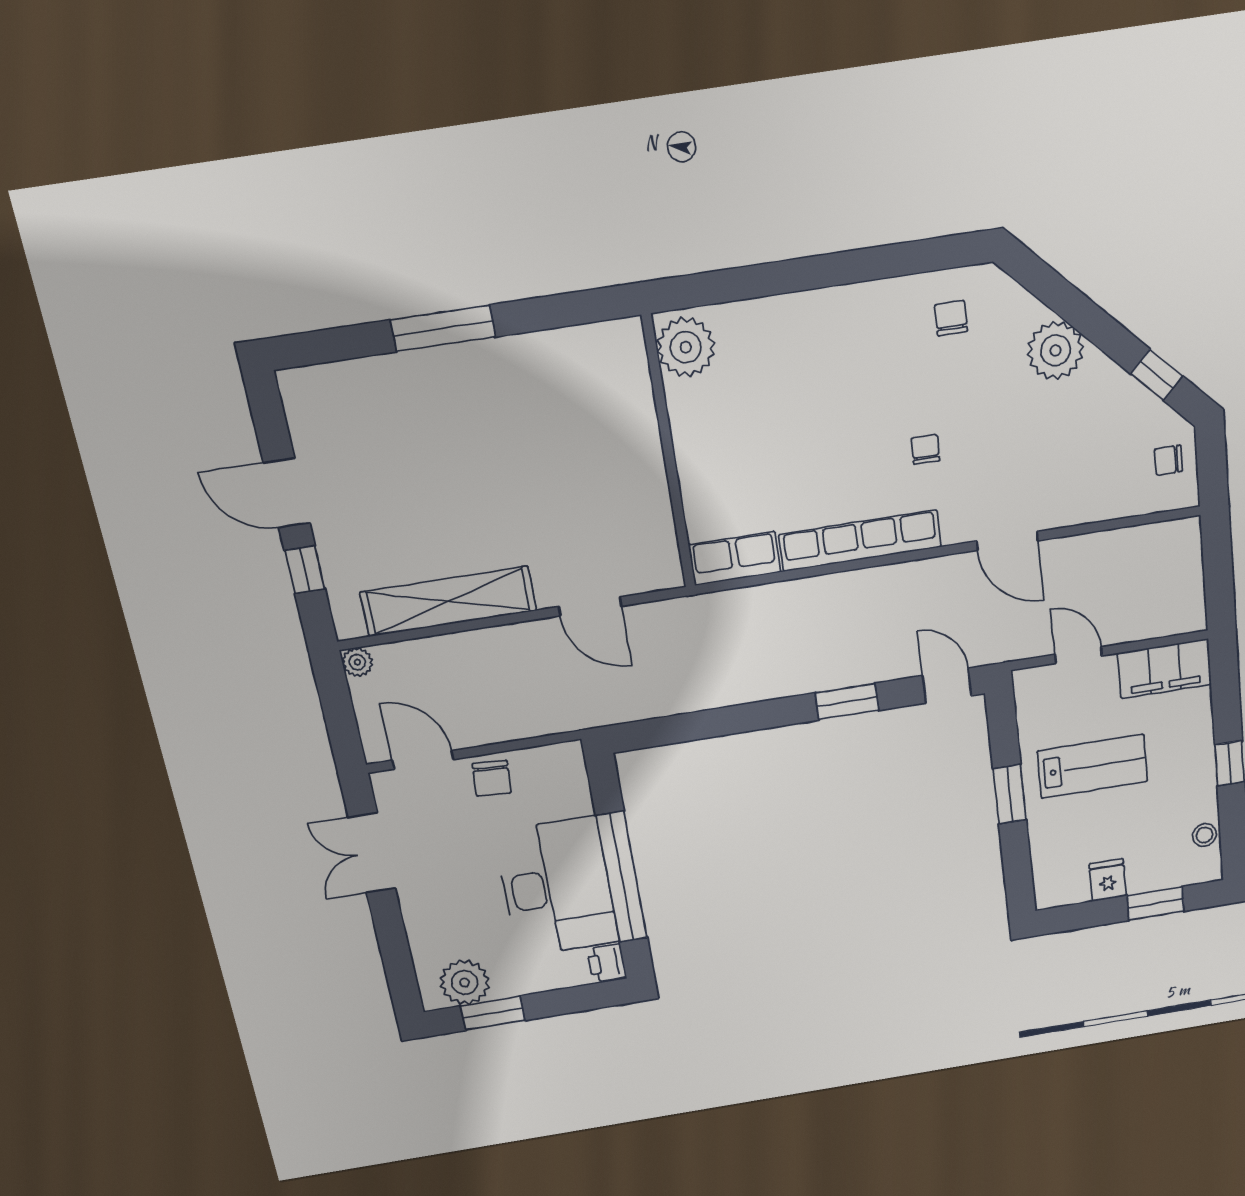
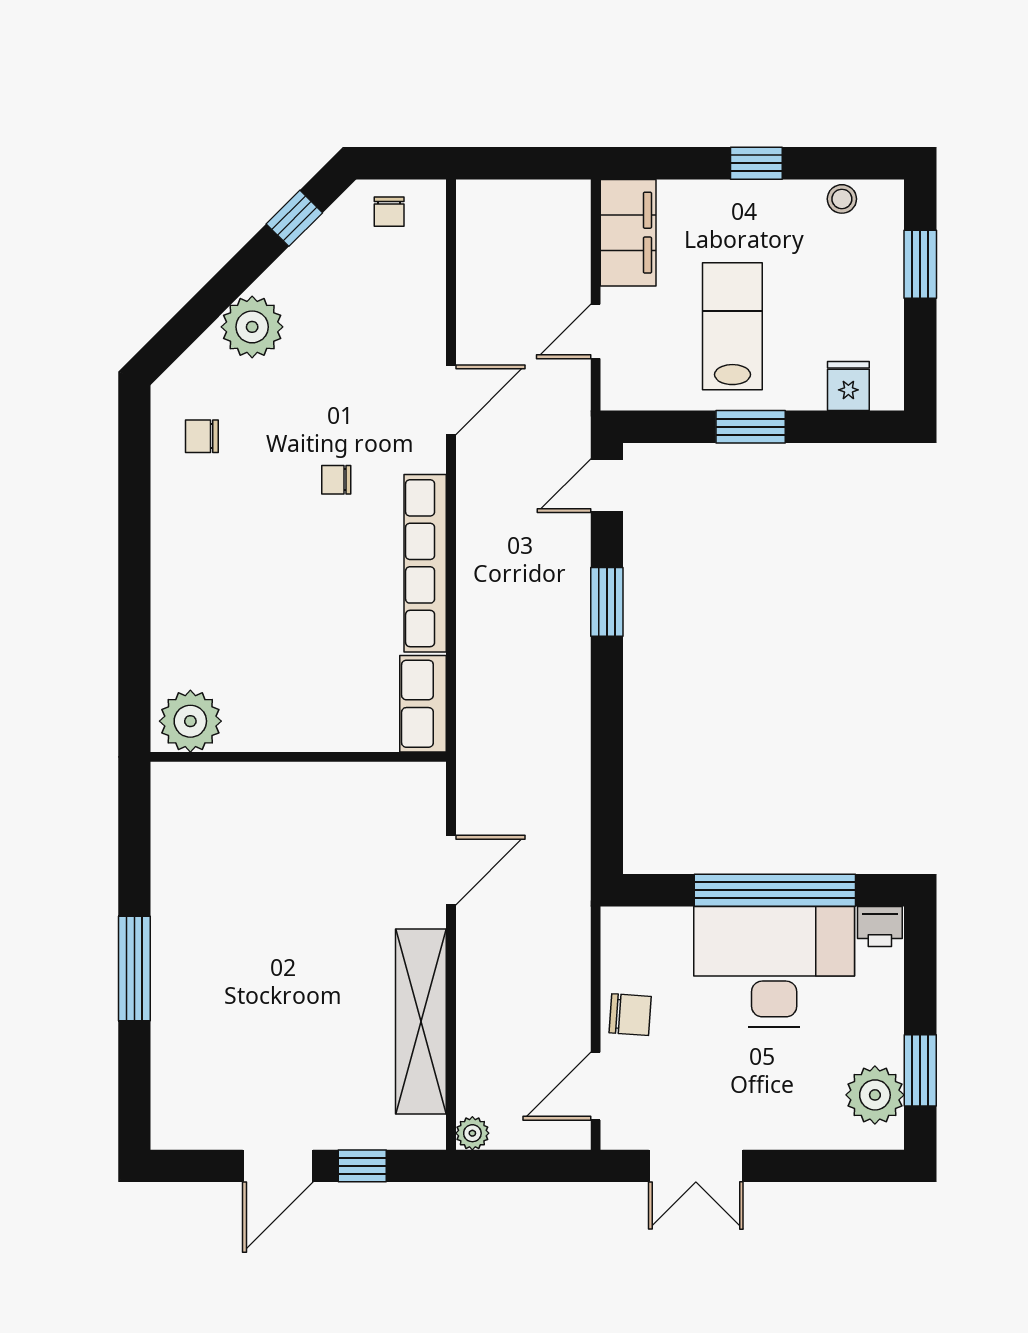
fridge: (1108, 880) -> (848, 386), moved, turned 90

